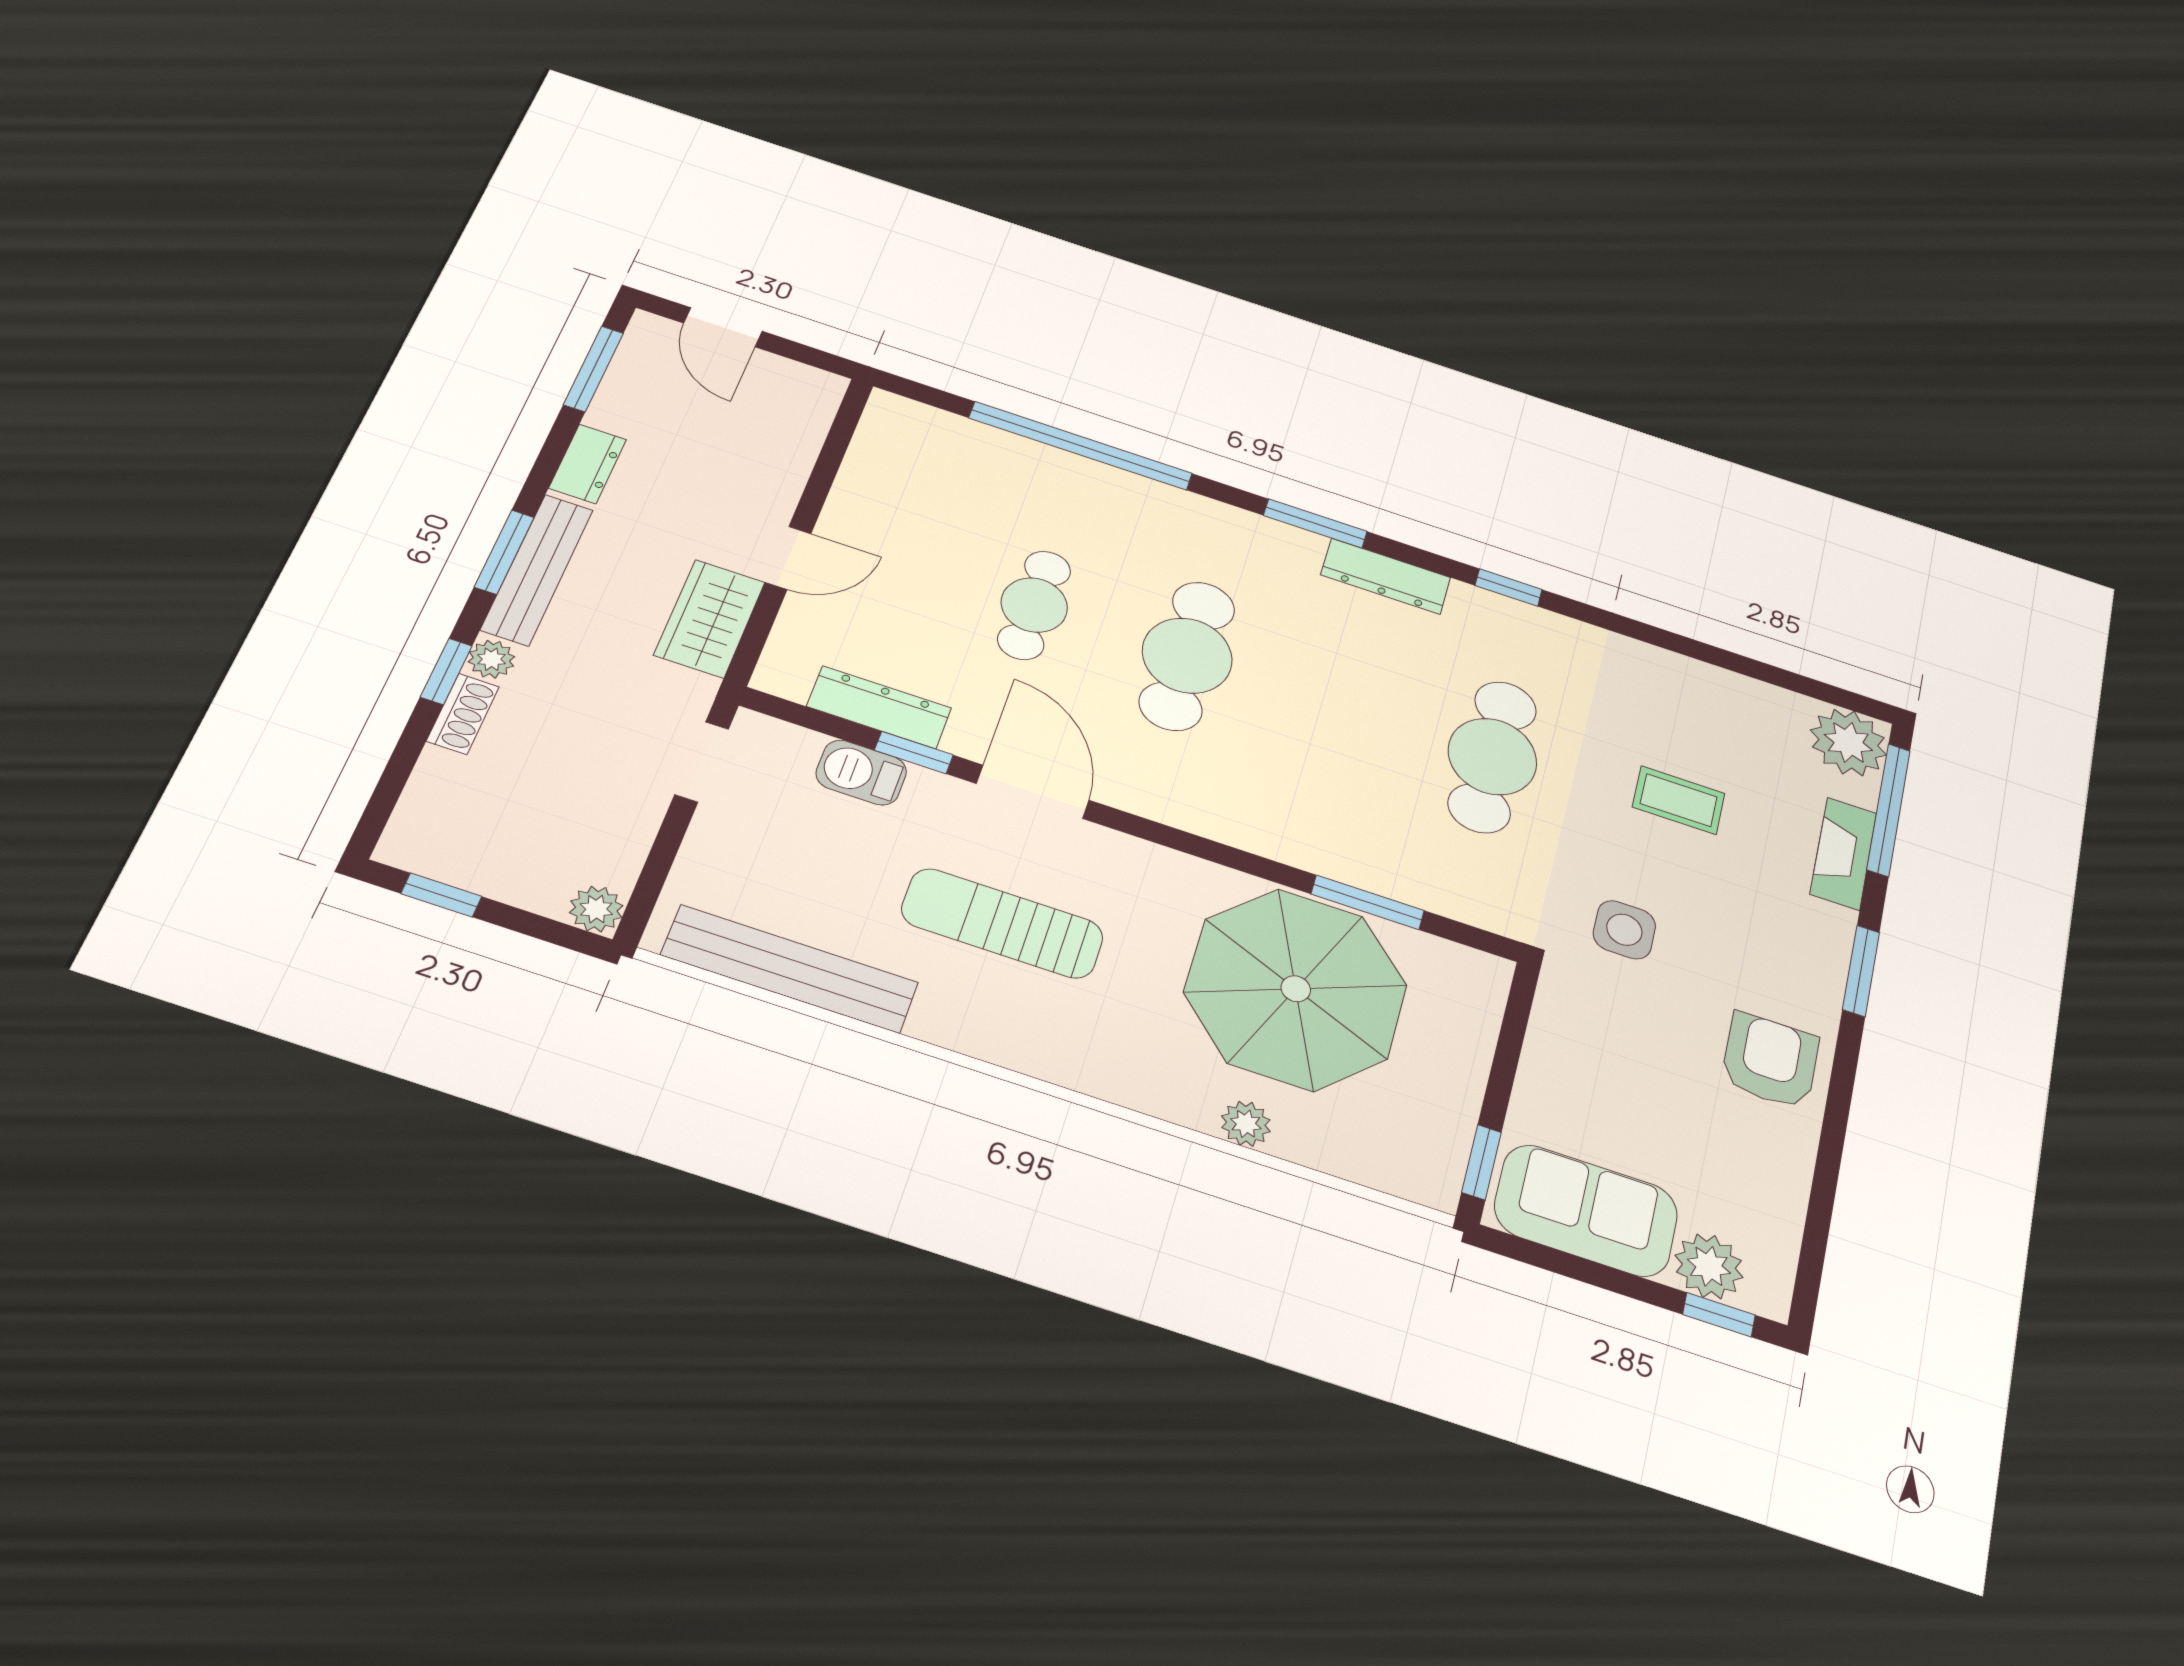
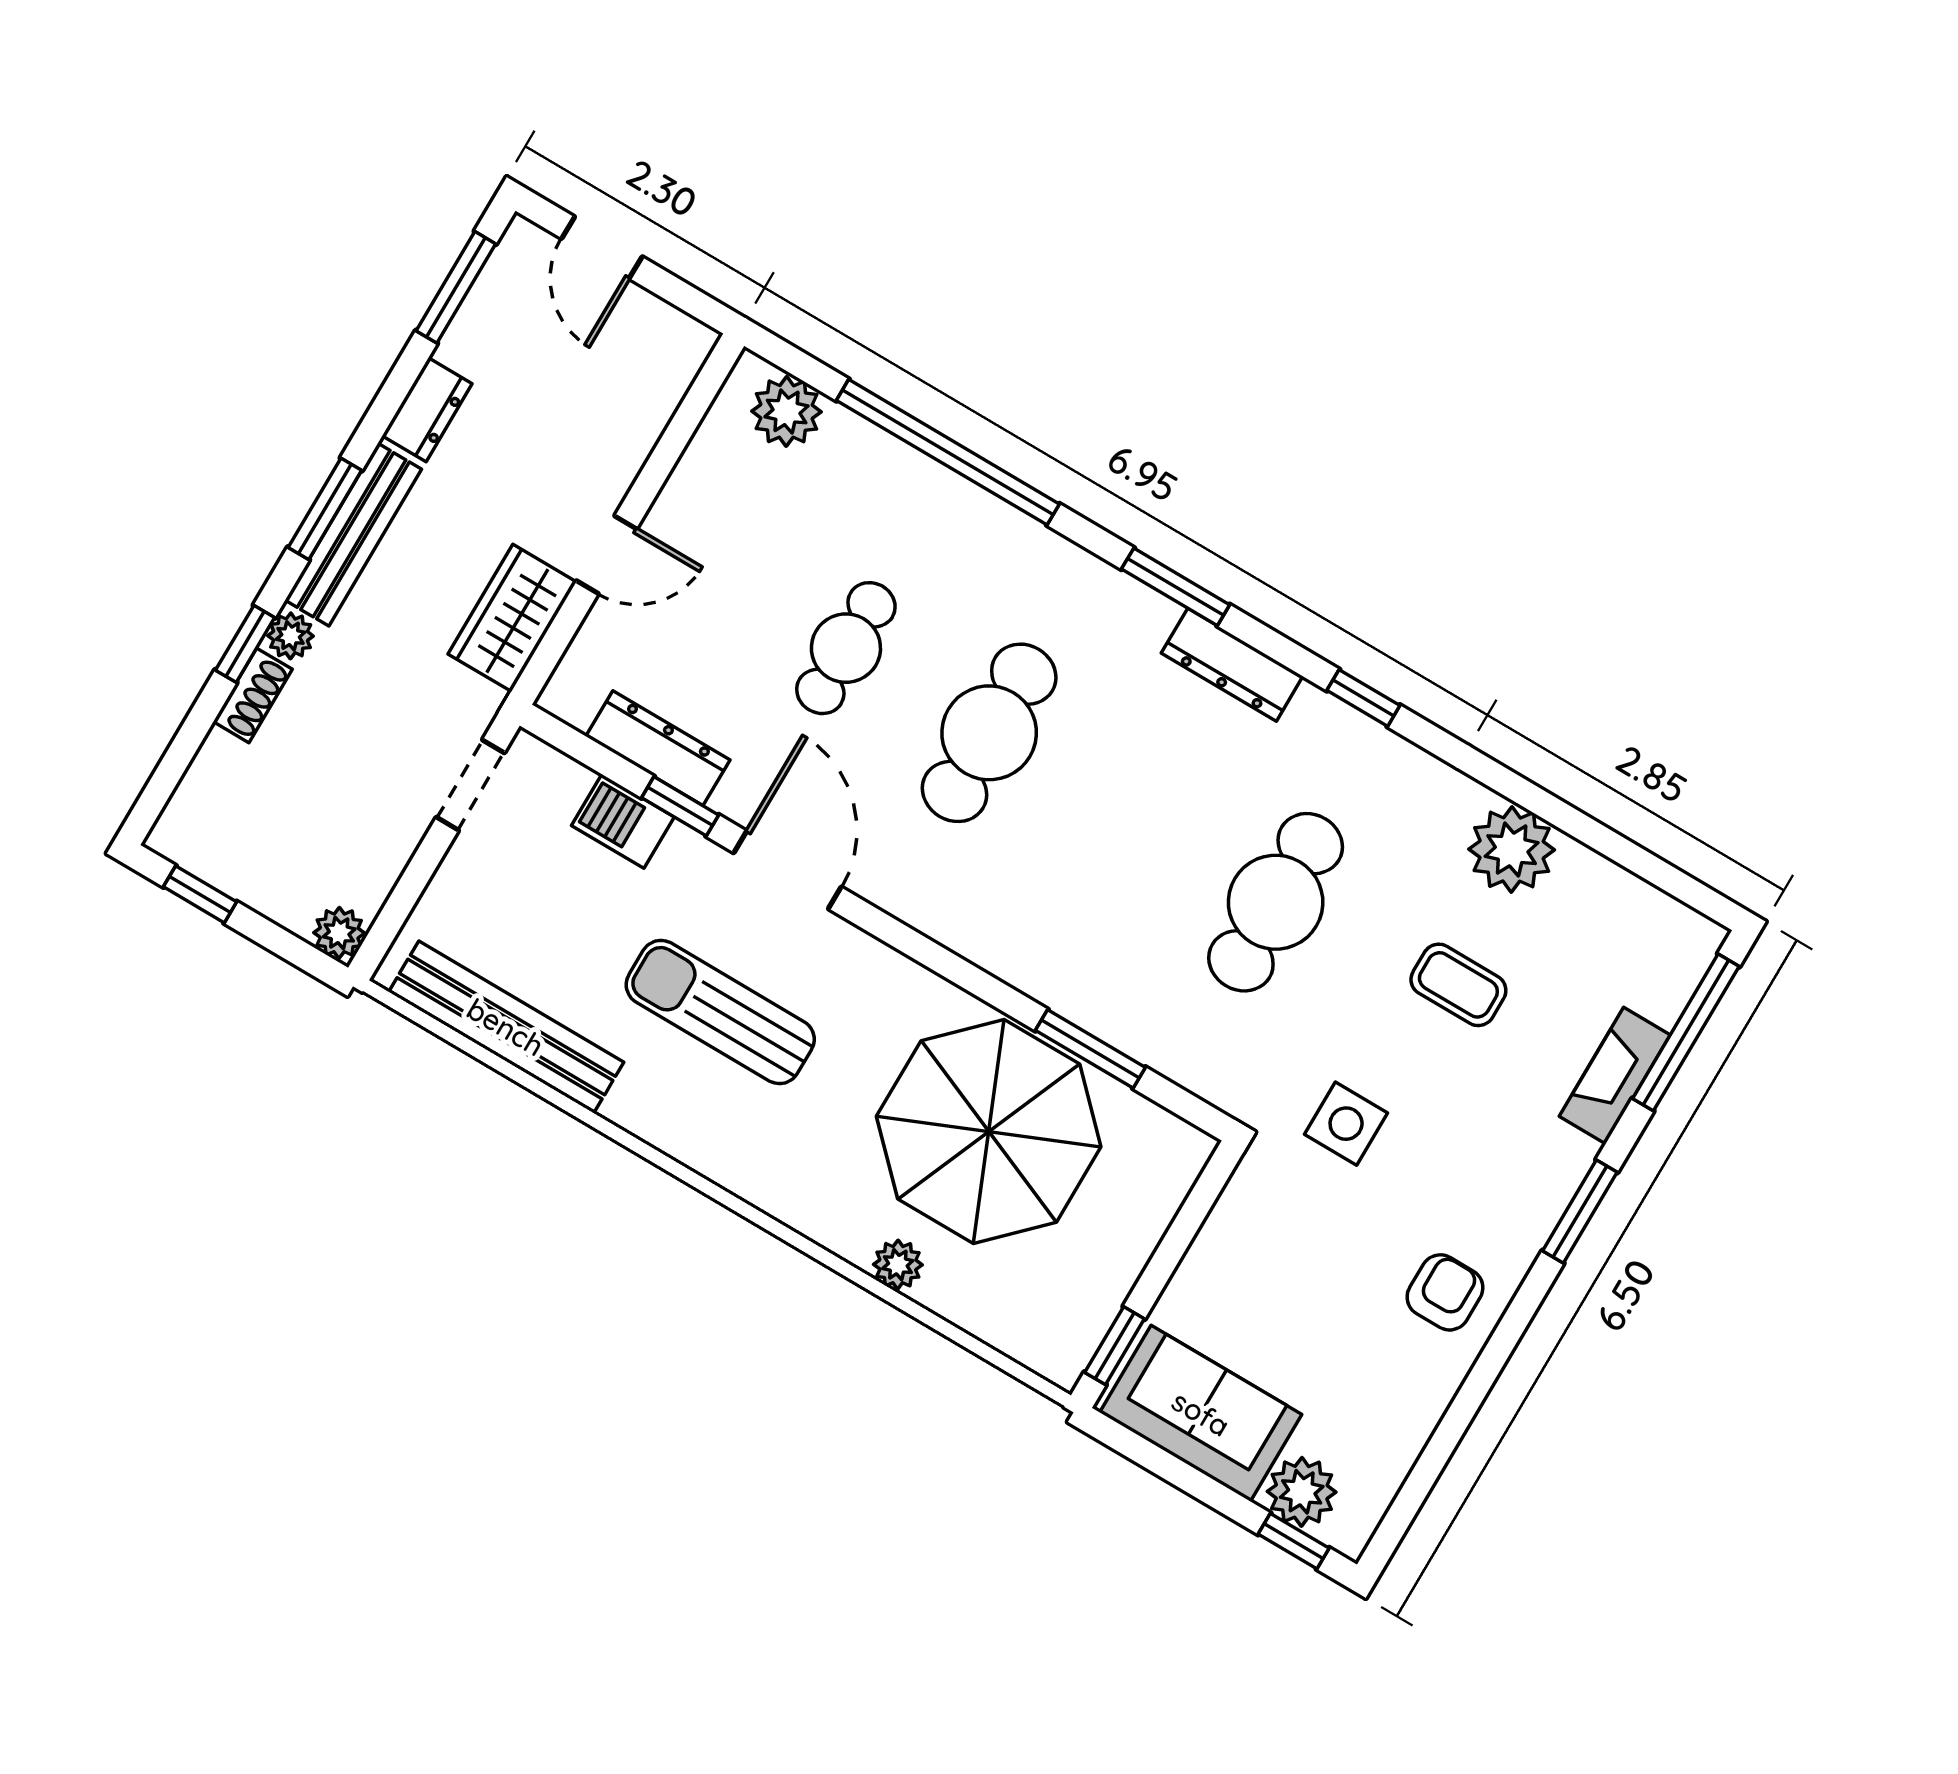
plant: (926, 431) -> (787, 411), added
plant: (1848, 742) -> (1512, 850), moved
armchair: (1770, 1061) -> (1445, 1292), width x0.72, depth x0.72

